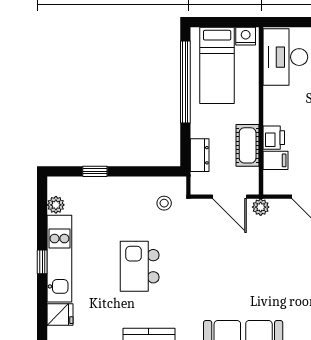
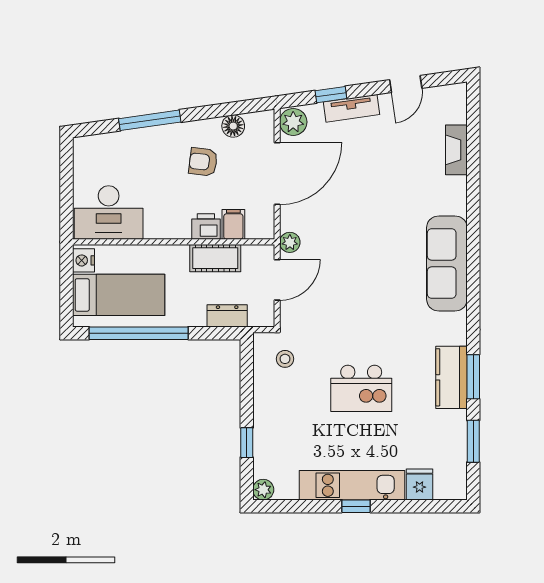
plant: (56, 205) -> (263, 490), moved

